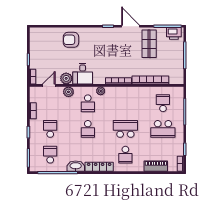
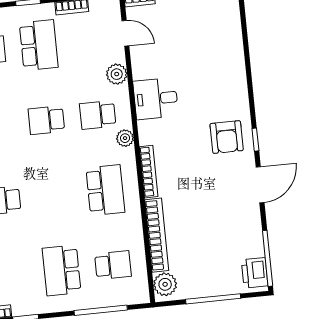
armchair: (71, 40) -> (227, 137), moved, turned 180
shop shelf: (149, 44) -> (229, 225), removed
plant: (66, 78) -> (165, 284), moved
school desk: (50, 129) -> (39, 45), width x1.85
school desk: (125, 129) -> (105, 190), moved

